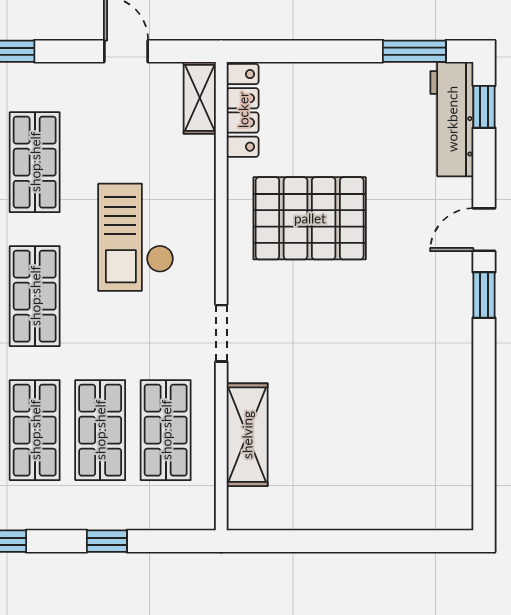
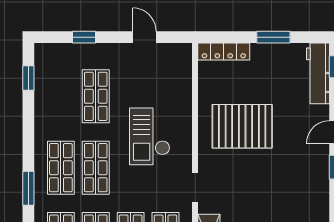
window: (414, 51) -> (273, 37), moved
shelving: (200, 98) -> (184, 62), removed
locker: (243, 110) -> (224, 51), moved, turned 90

